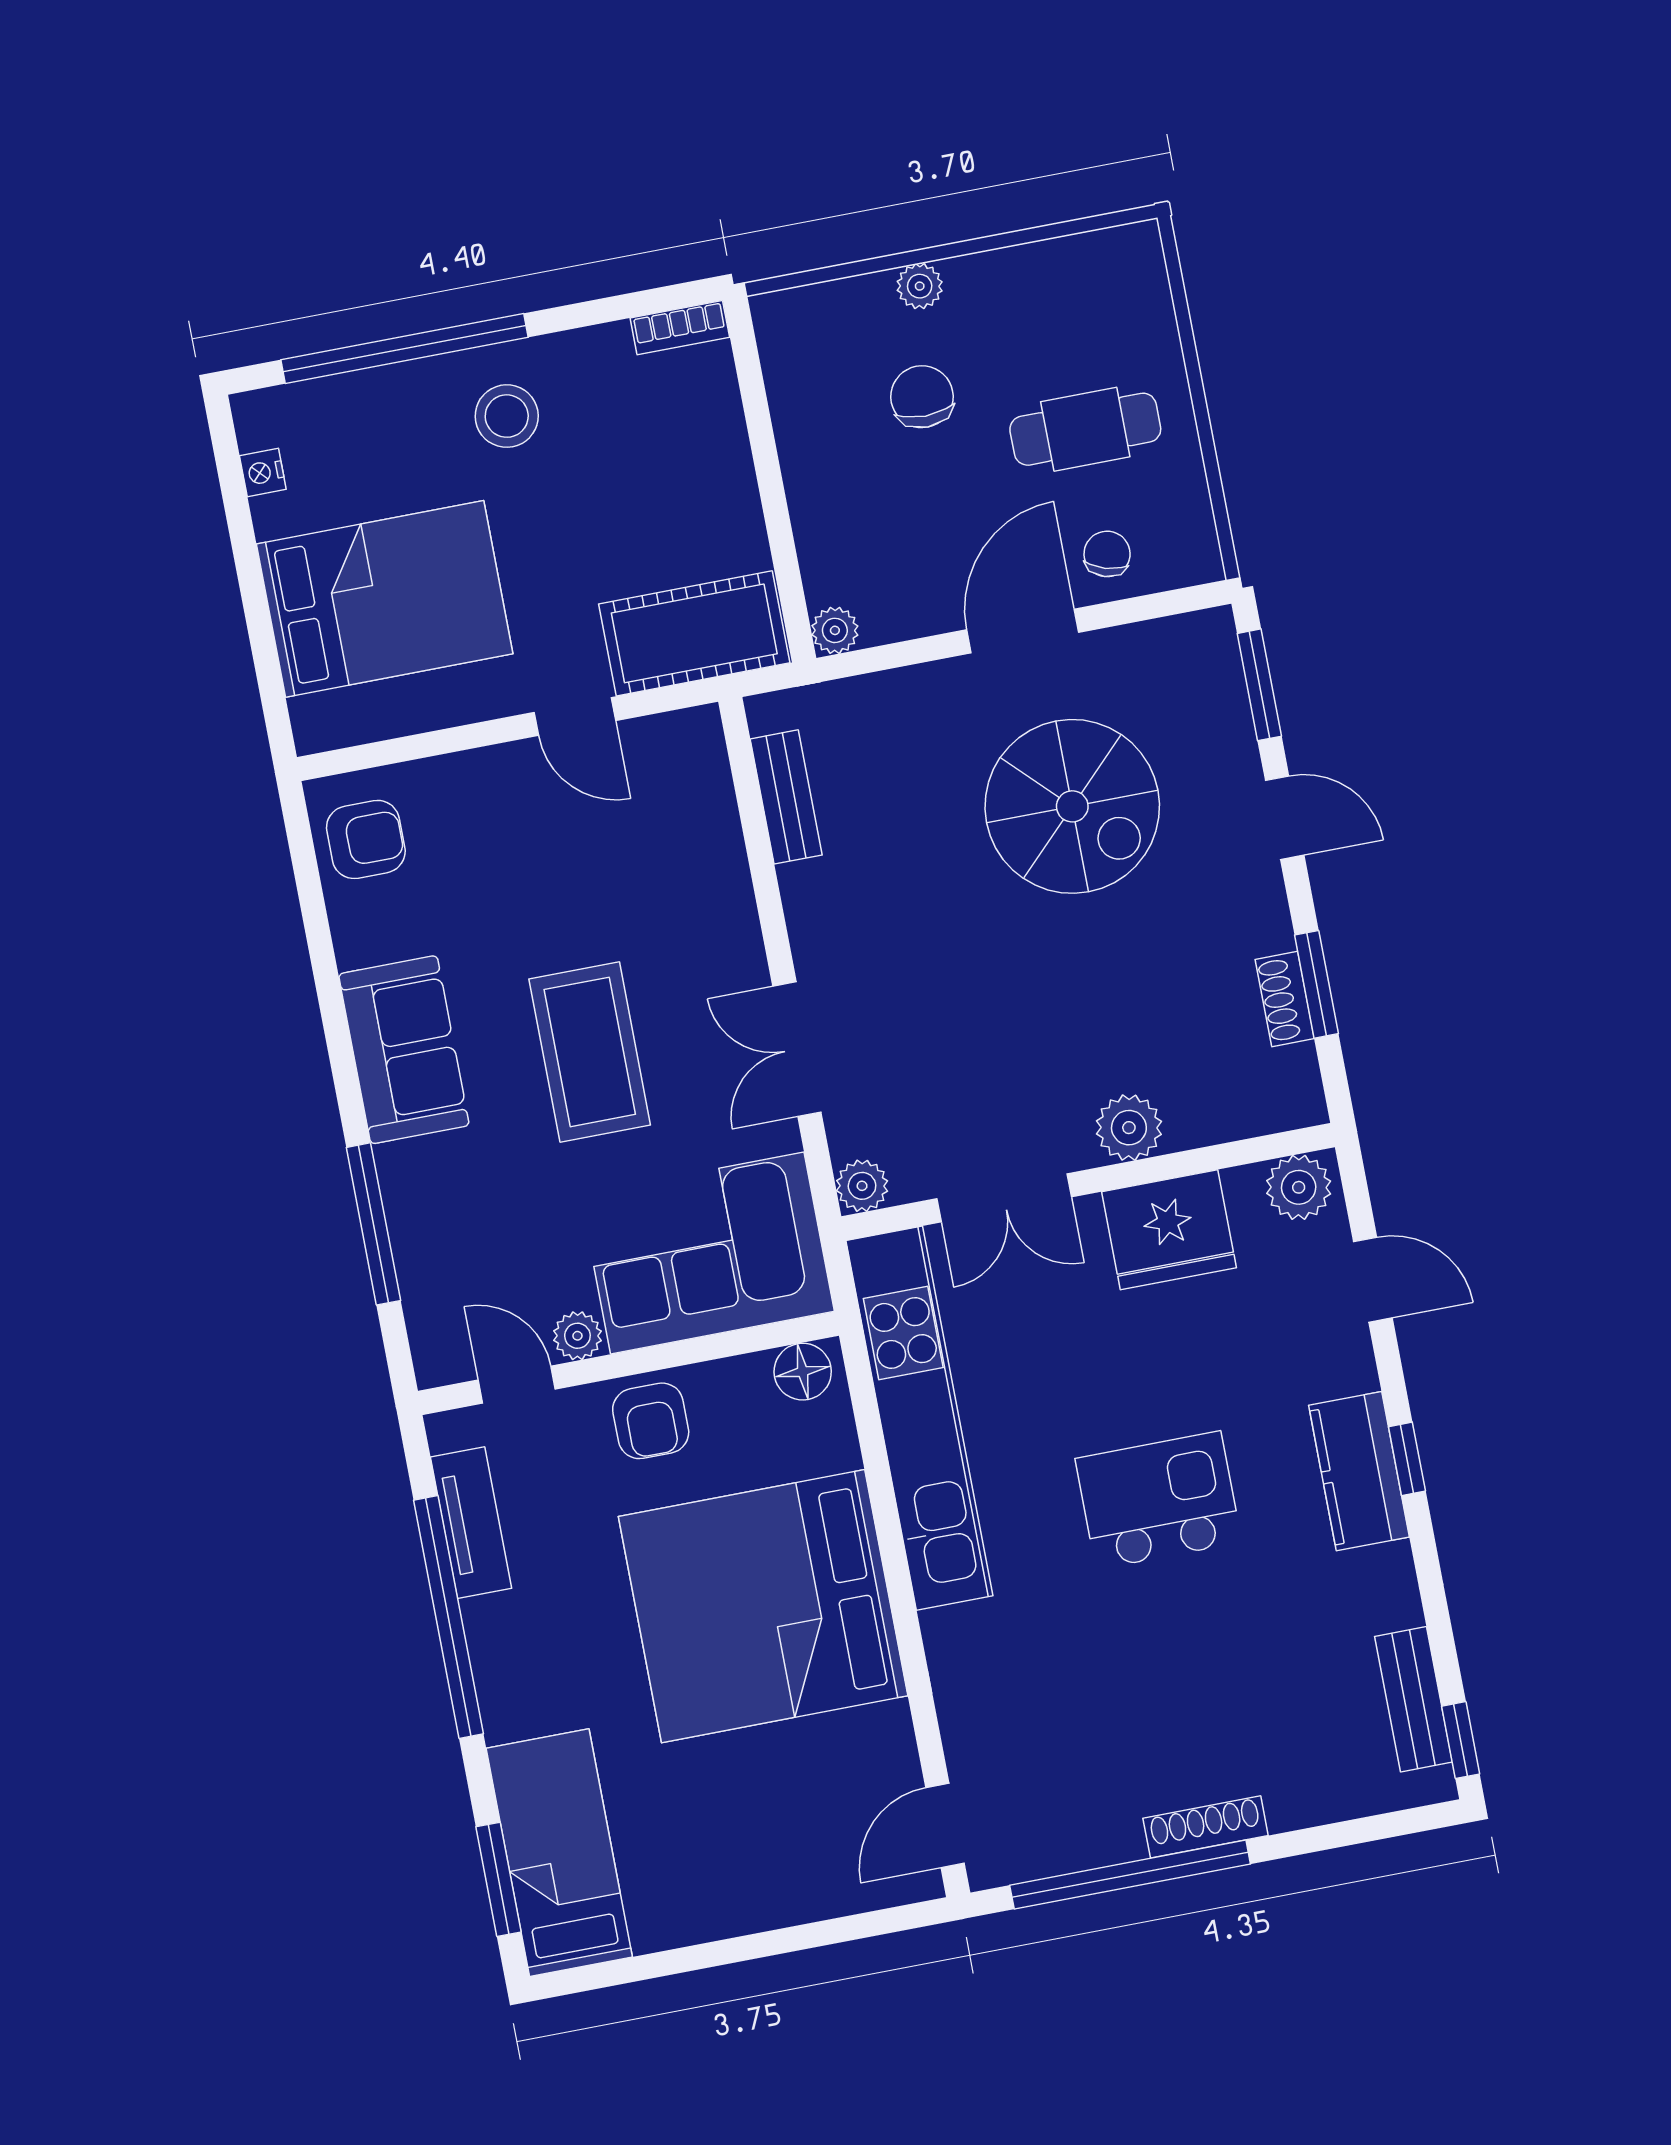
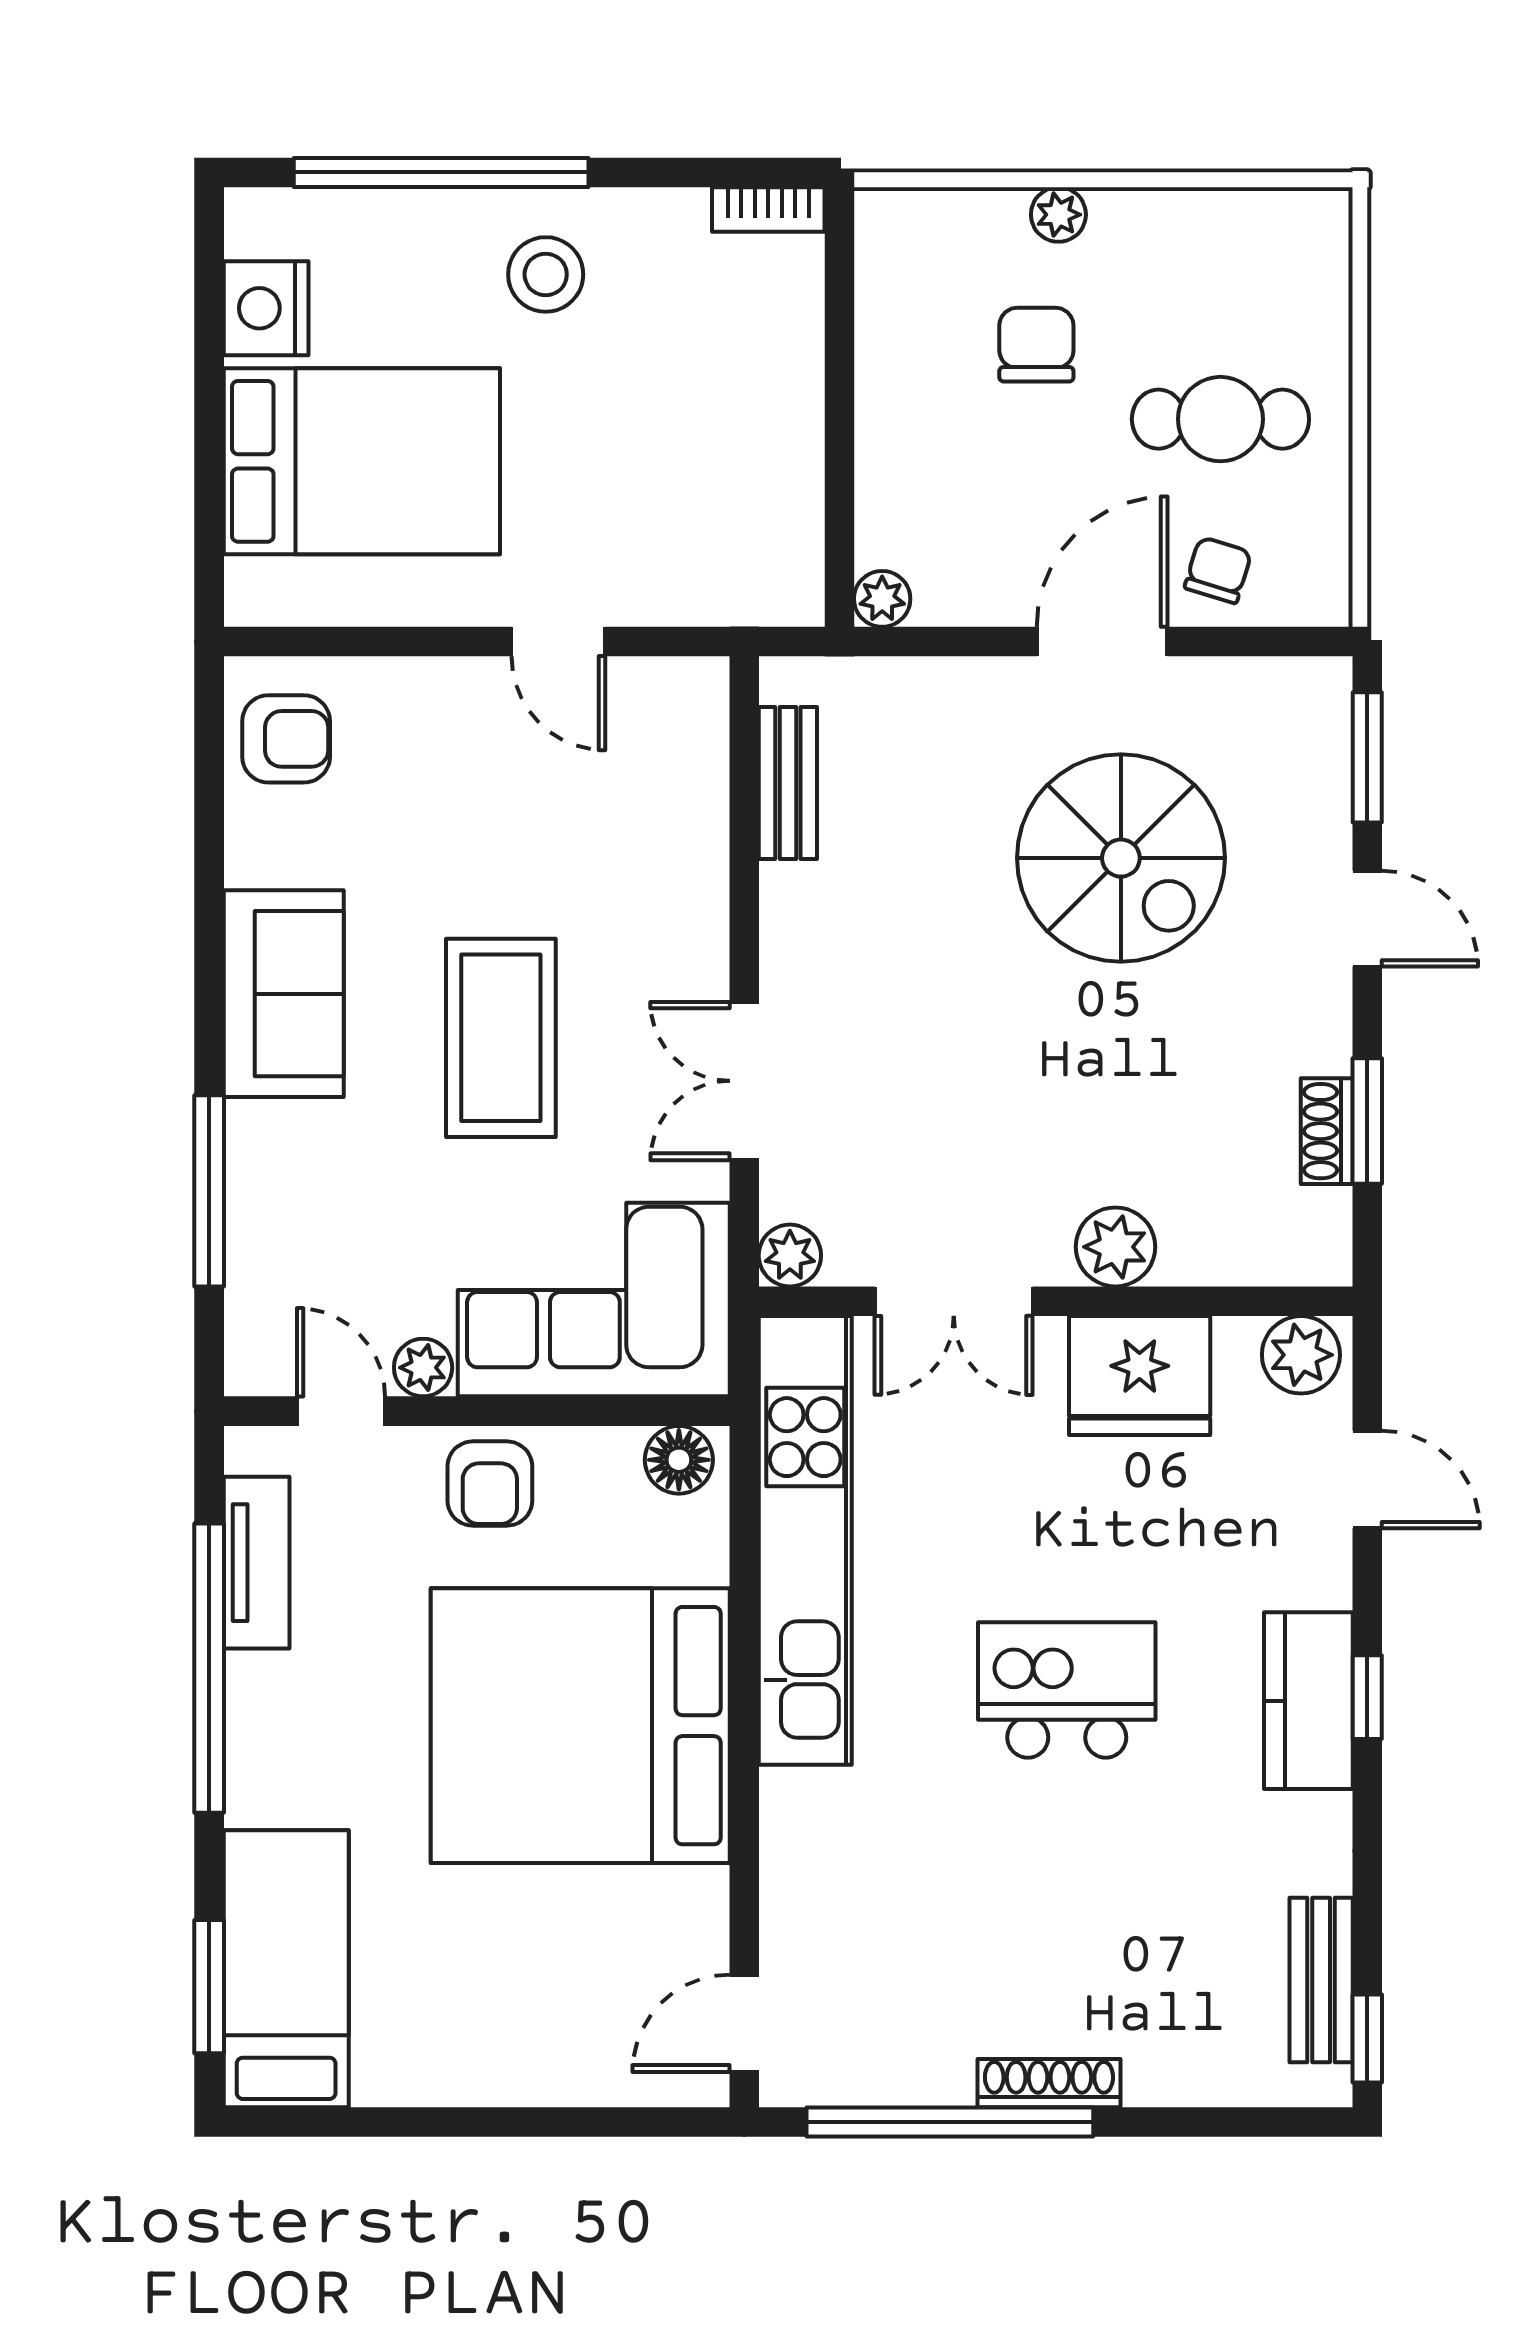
nightstand: (263, 472) -> (266, 308), width x1.89, depth x1.79
cot: (694, 633) -> (717, 571), removed

